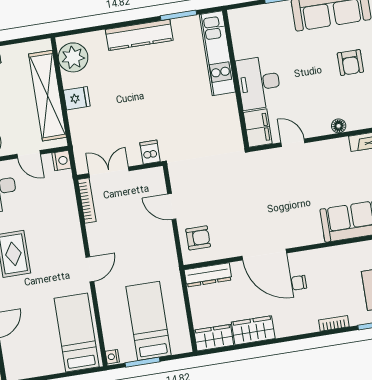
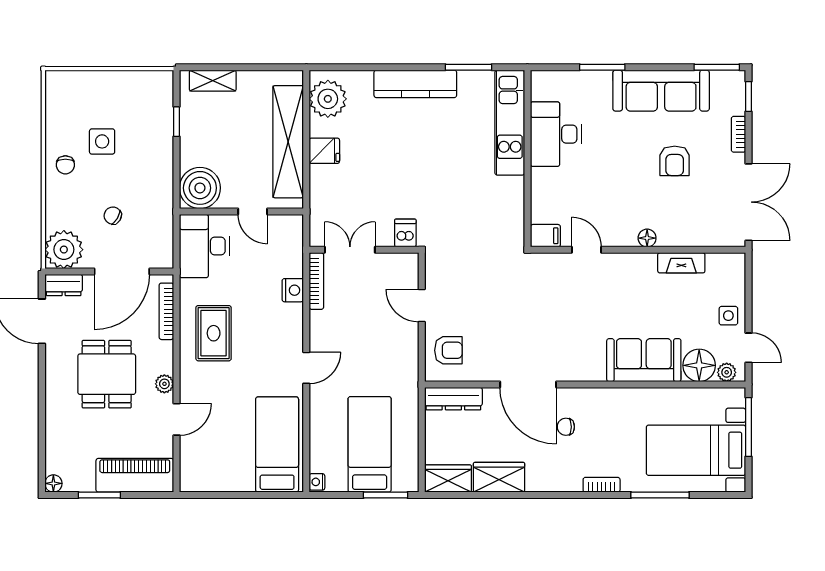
desk: (259, 83) -> (556, 134), moved
filing cabinet: (258, 128) -> (545, 236), width x0.50
nightstand: (62, 161) -> (293, 290), moved
window: (143, 362) -> (385, 495), moved

